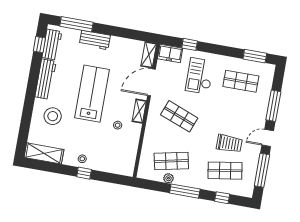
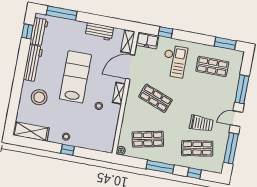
workbench: (95, 40) -> (99, 32), moved
checkout: (200, 76) -> (174, 61), turned 180
plant: (168, 178) -> (121, 151), moved

